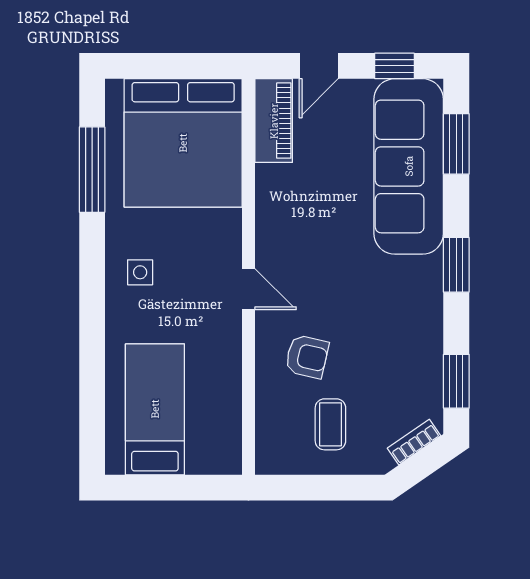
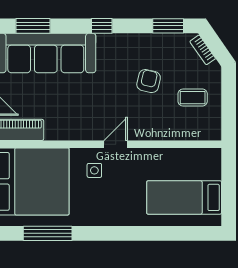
window: (456, 265) -> (102, 26), width x0.67
side table: (140, 272) -> (94, 170), moved
armchair: (307, 357) -> (149, 81), moved

